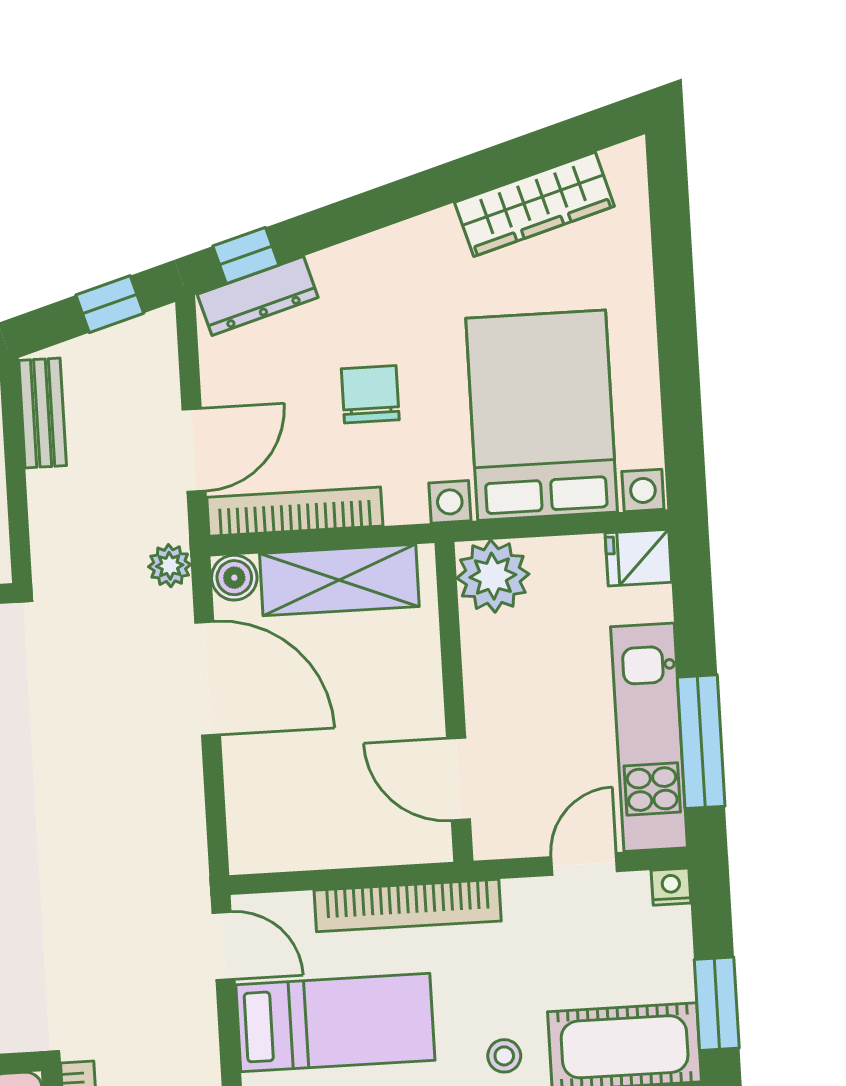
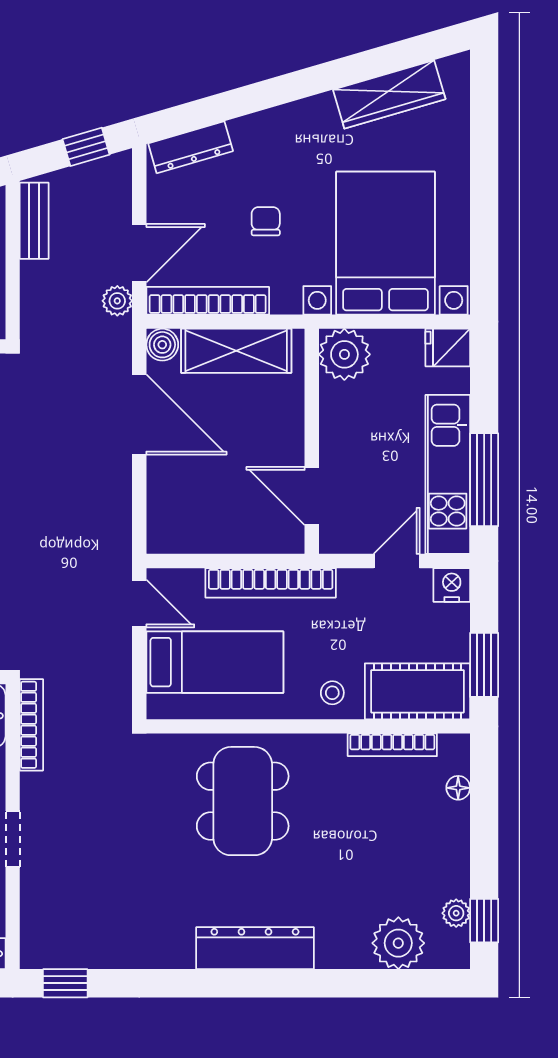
window: (246, 256) -> (184, 118), removed
chair: (370, 394) -> (266, 221), width x0.73, depth x0.73
plant: (170, 566) -> (117, 301), moved
nightstand: (671, 887) -> (452, 585), width x1.39, depth x1.35

